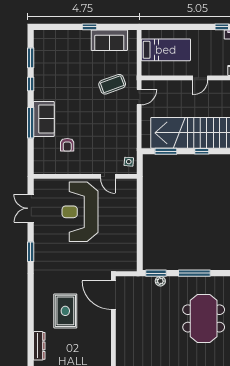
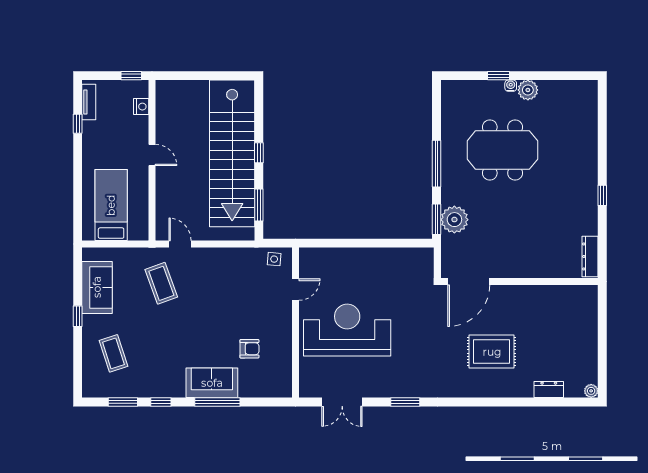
coffee table: (64, 51) -> (113, 353), added
reception desk: (80, 212) -> (347, 330), turned 180
plant: (160, 281) -> (454, 220), width x1.88, depth x1.88
dresser: (39, 346) -> (549, 390), width x0.70

